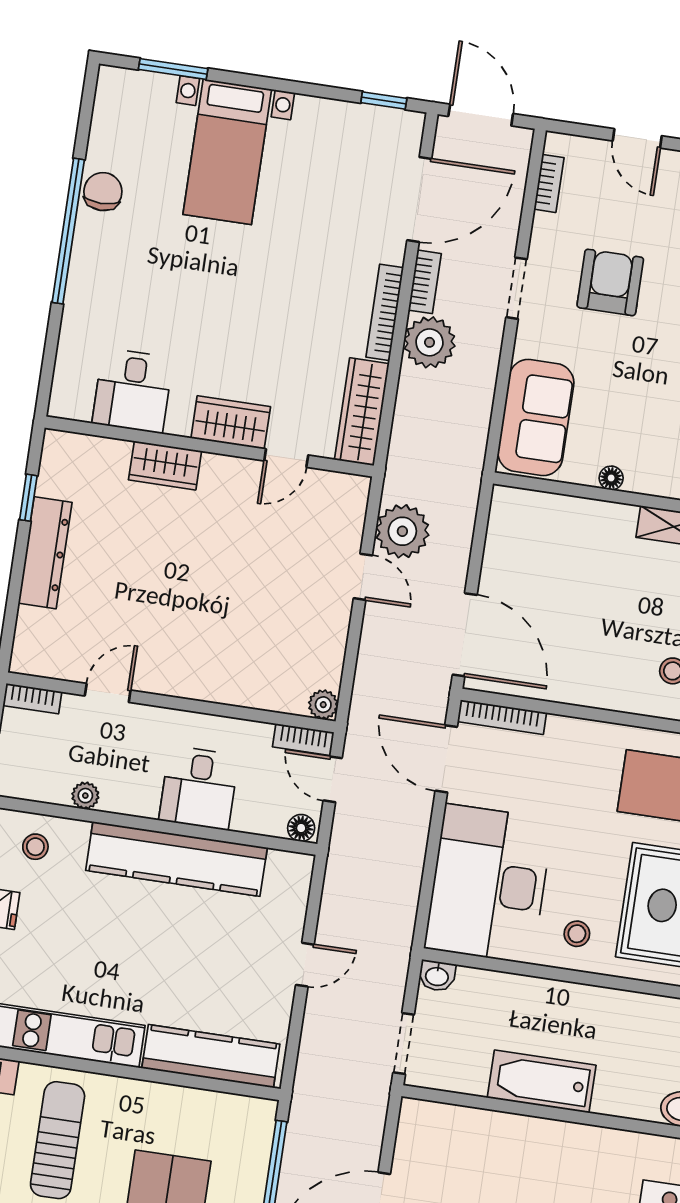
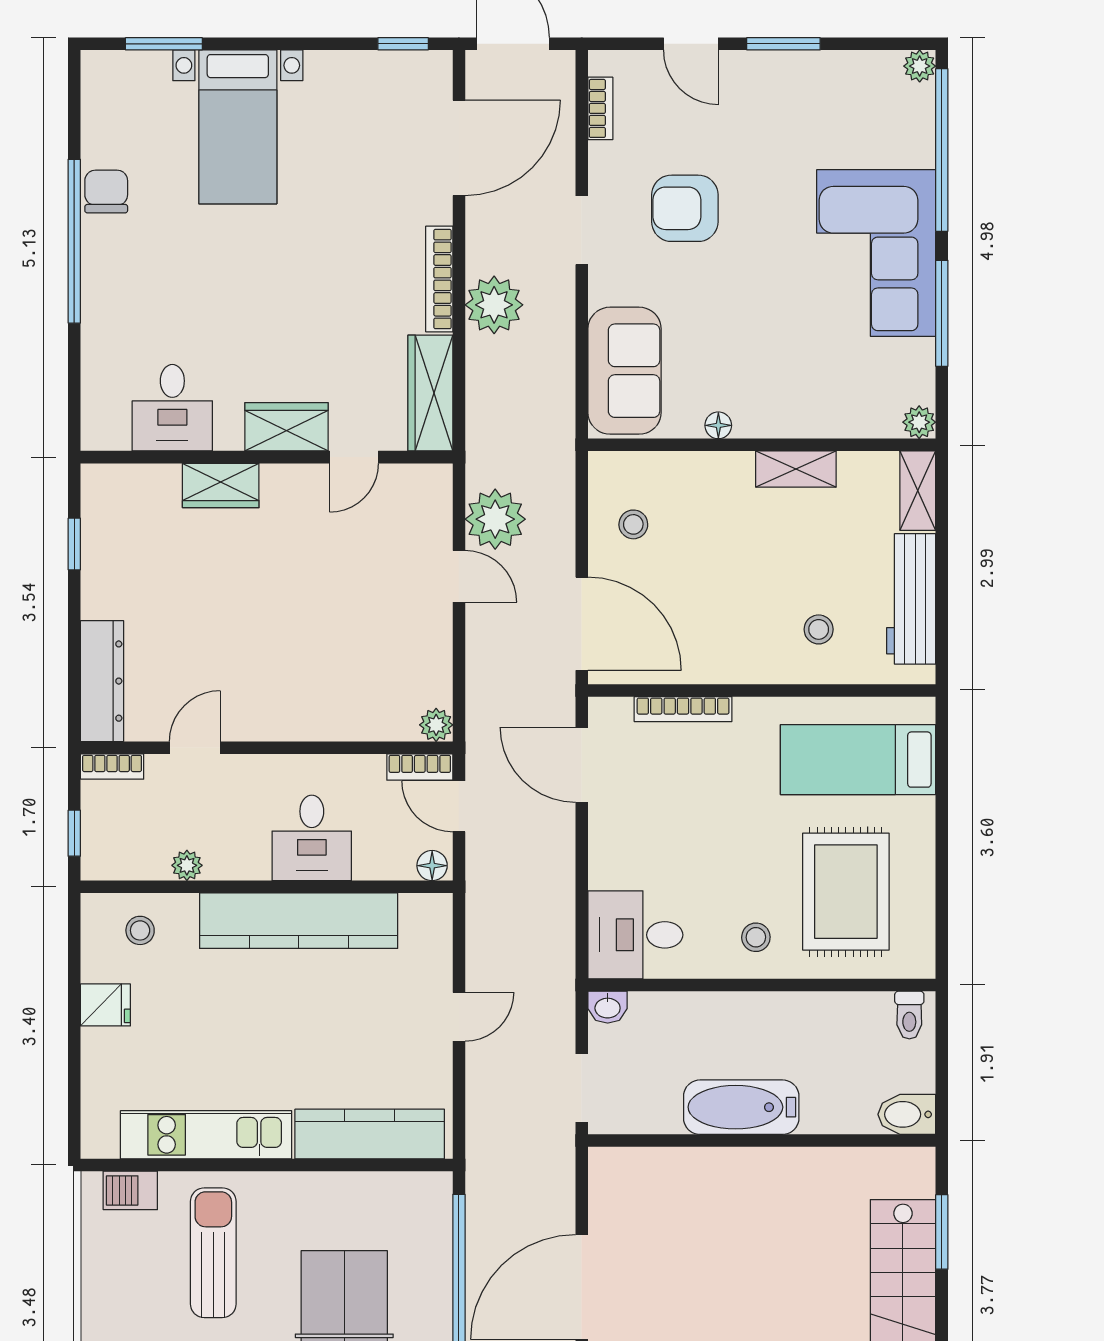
bookcase: (425, 282) -> (479, 238), removed
armchair: (610, 282) -> (685, 208), turned -90
dresser: (45, 553) -> (102, 681), moved
stool: (523, 554) -> (633, 524), added
bookcase: (502, 717) -> (683, 709), moved
desk: (489, 884) -> (635, 935), width x0.53, depth x0.77

